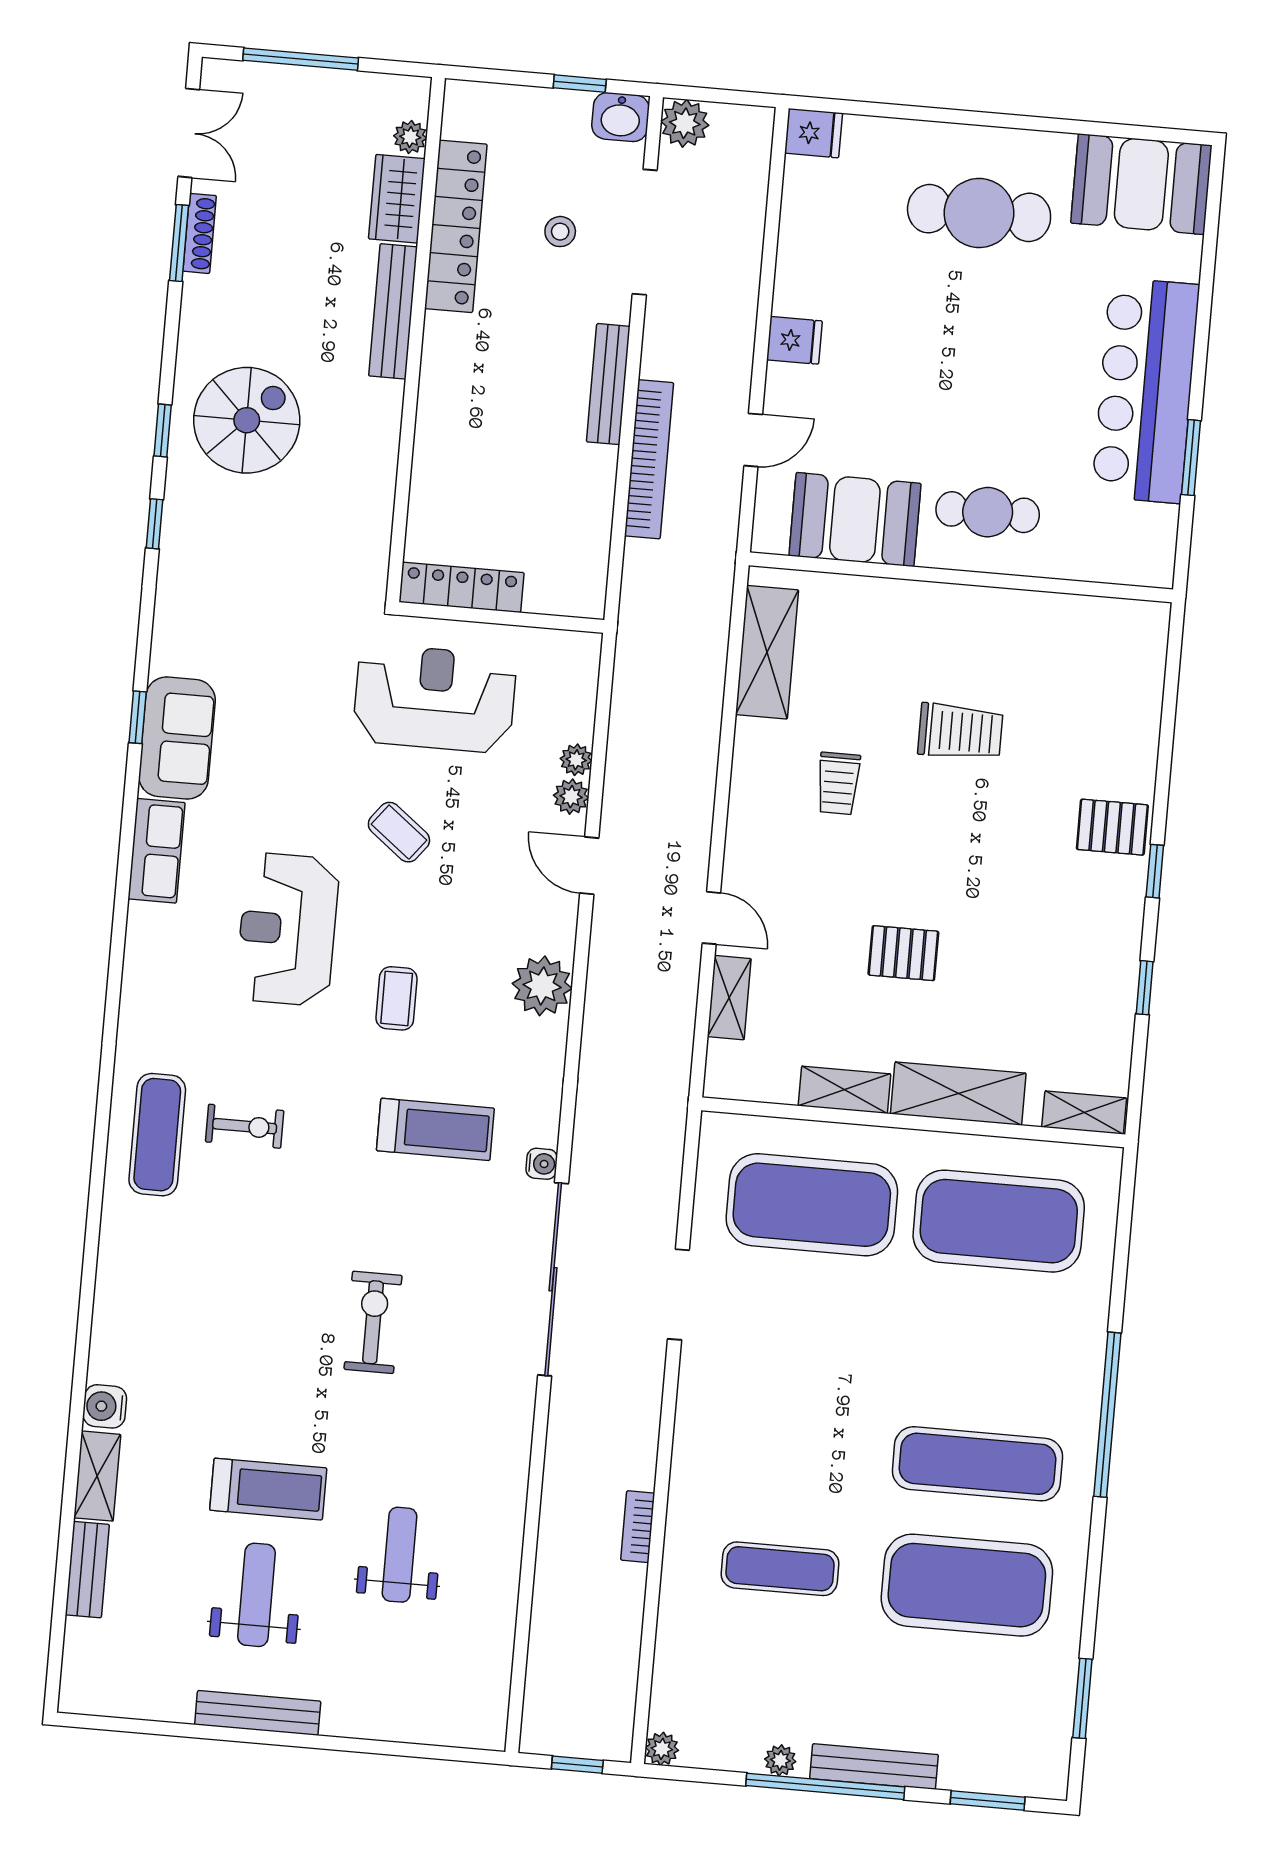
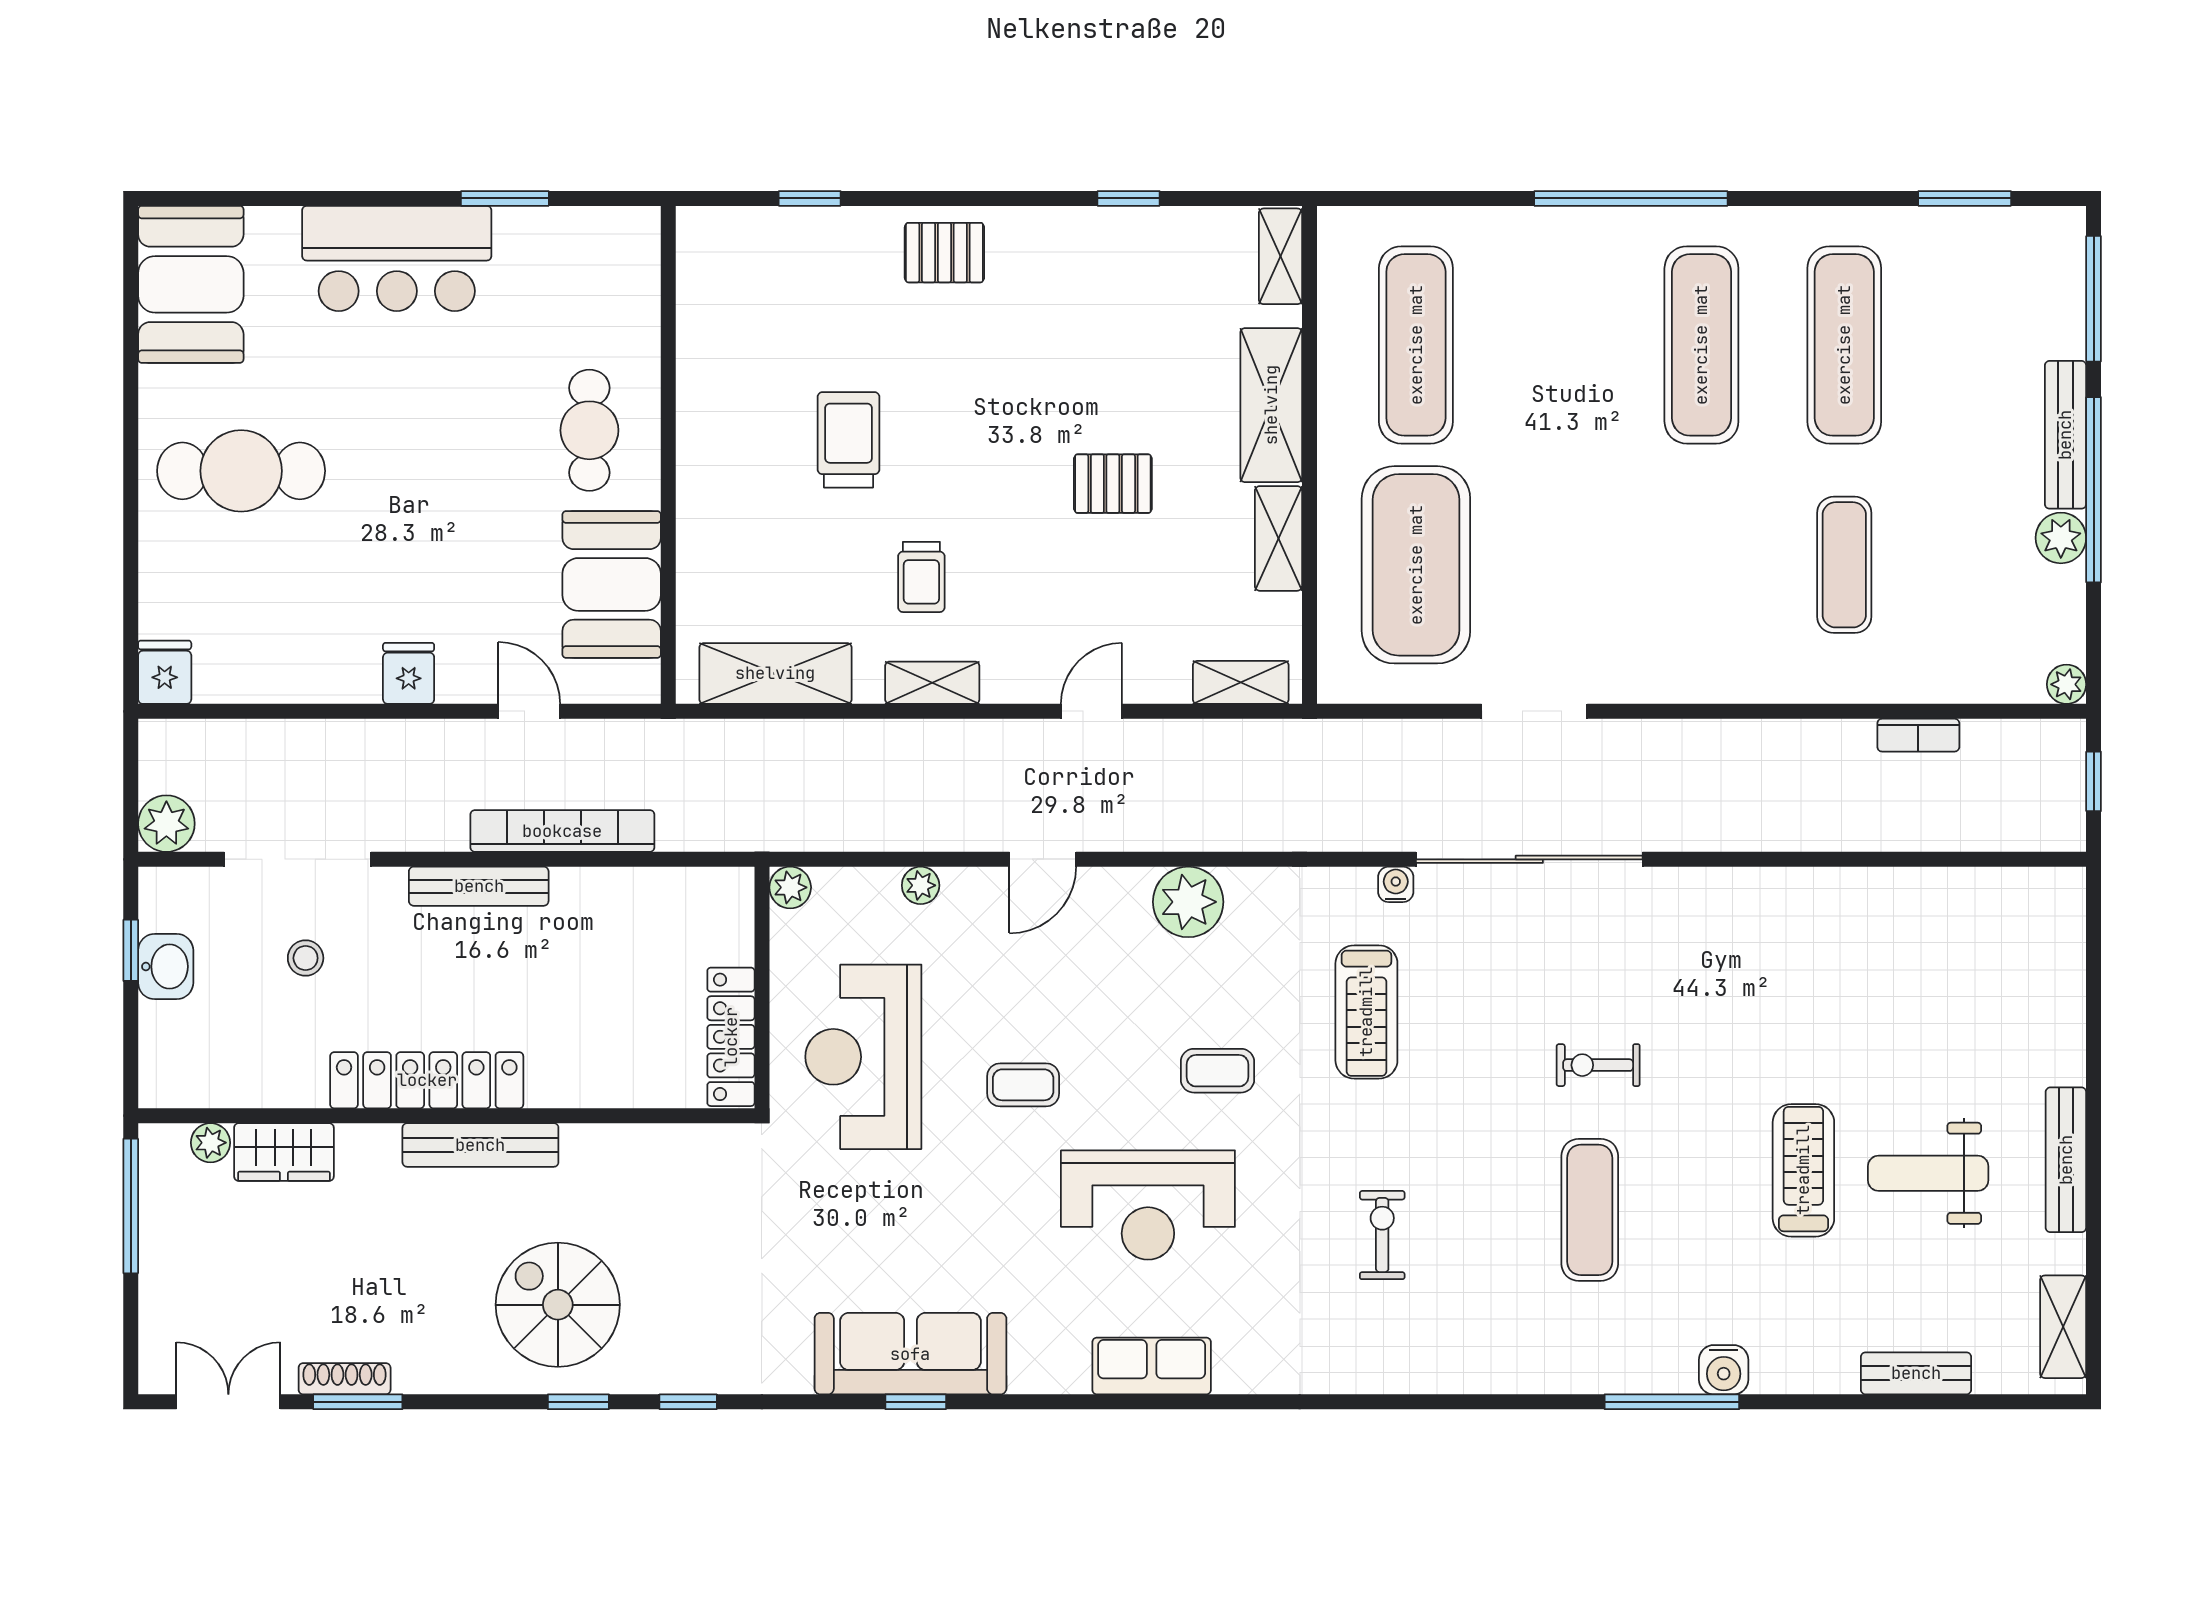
window: (301, 59) -> (131, 1206), moved
washbasin: (620, 117) -> (166, 967), moved
cafe table: (979, 213) -> (241, 471), turned 90
locker: (456, 226) -> (427, 1080), moved
bench: (393, 311) -> (480, 1145), moved
bar counter: (1145, 390) -> (397, 258), width x0.73
sofa: (177, 738) -> (910, 1354), width x1.36
trolley: (838, 783) -> (921, 577), turned 90
shelving: (748, 785) -> (932, 683), added
plant: (571, 797) -> (790, 887), moved
pallet: (1112, 827) -> (944, 253), turned 90
coffee table: (399, 832) -> (1023, 1085), turned 52
row of seats: (157, 851) -> (1152, 1366), moved
window: (1155, 871) -> (810, 198), moved
pallet: (903, 953) -> (1113, 484), turned 90
shelving: (729, 998) -> (1241, 682), moved
treadmill: (435, 1129) -> (1366, 1012), turned 180
exercise mat: (157, 1135) -> (1590, 1210), moved, turned 90
exercise mat: (999, 1221) -> (1416, 345), width x0.68
exercise bike: (373, 1322) -> (1598, 1065), width x0.73, depth x0.72
window: (81, 1360) -> (1672, 1402), added
shelving: (97, 1476) -> (2063, 1327), moved, turned 90
bookcase: (638, 1527) -> (1918, 735), moved
weight bench: (399, 1555) -> (1867, 1010), removed
exercise mat: (967, 1585) -> (1844, 345), width x0.68
plant: (780, 1760) -> (2061, 538), width x1.38, depth x1.38
window: (988, 1801) -> (2094, 299), width x1.44

